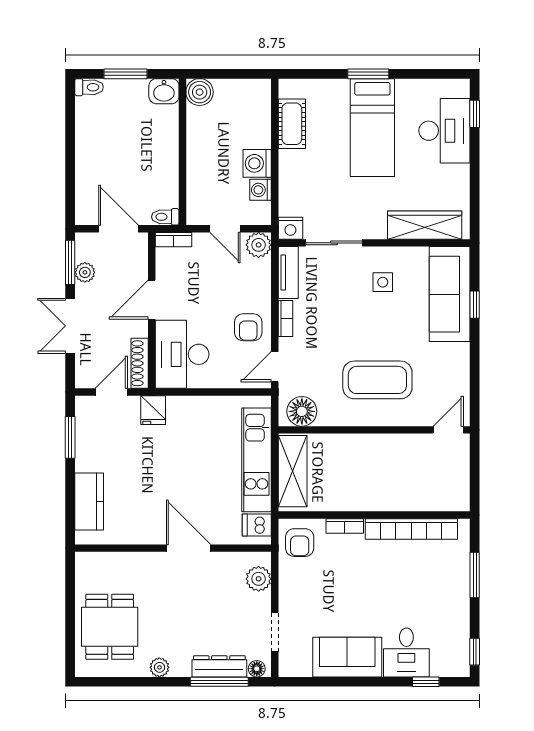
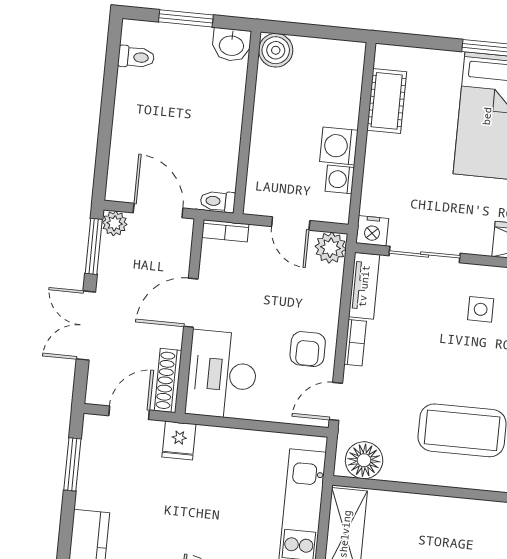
toilet: (89, 87) -> (136, 57), moved
plant: (85, 272) -> (115, 223), moved

